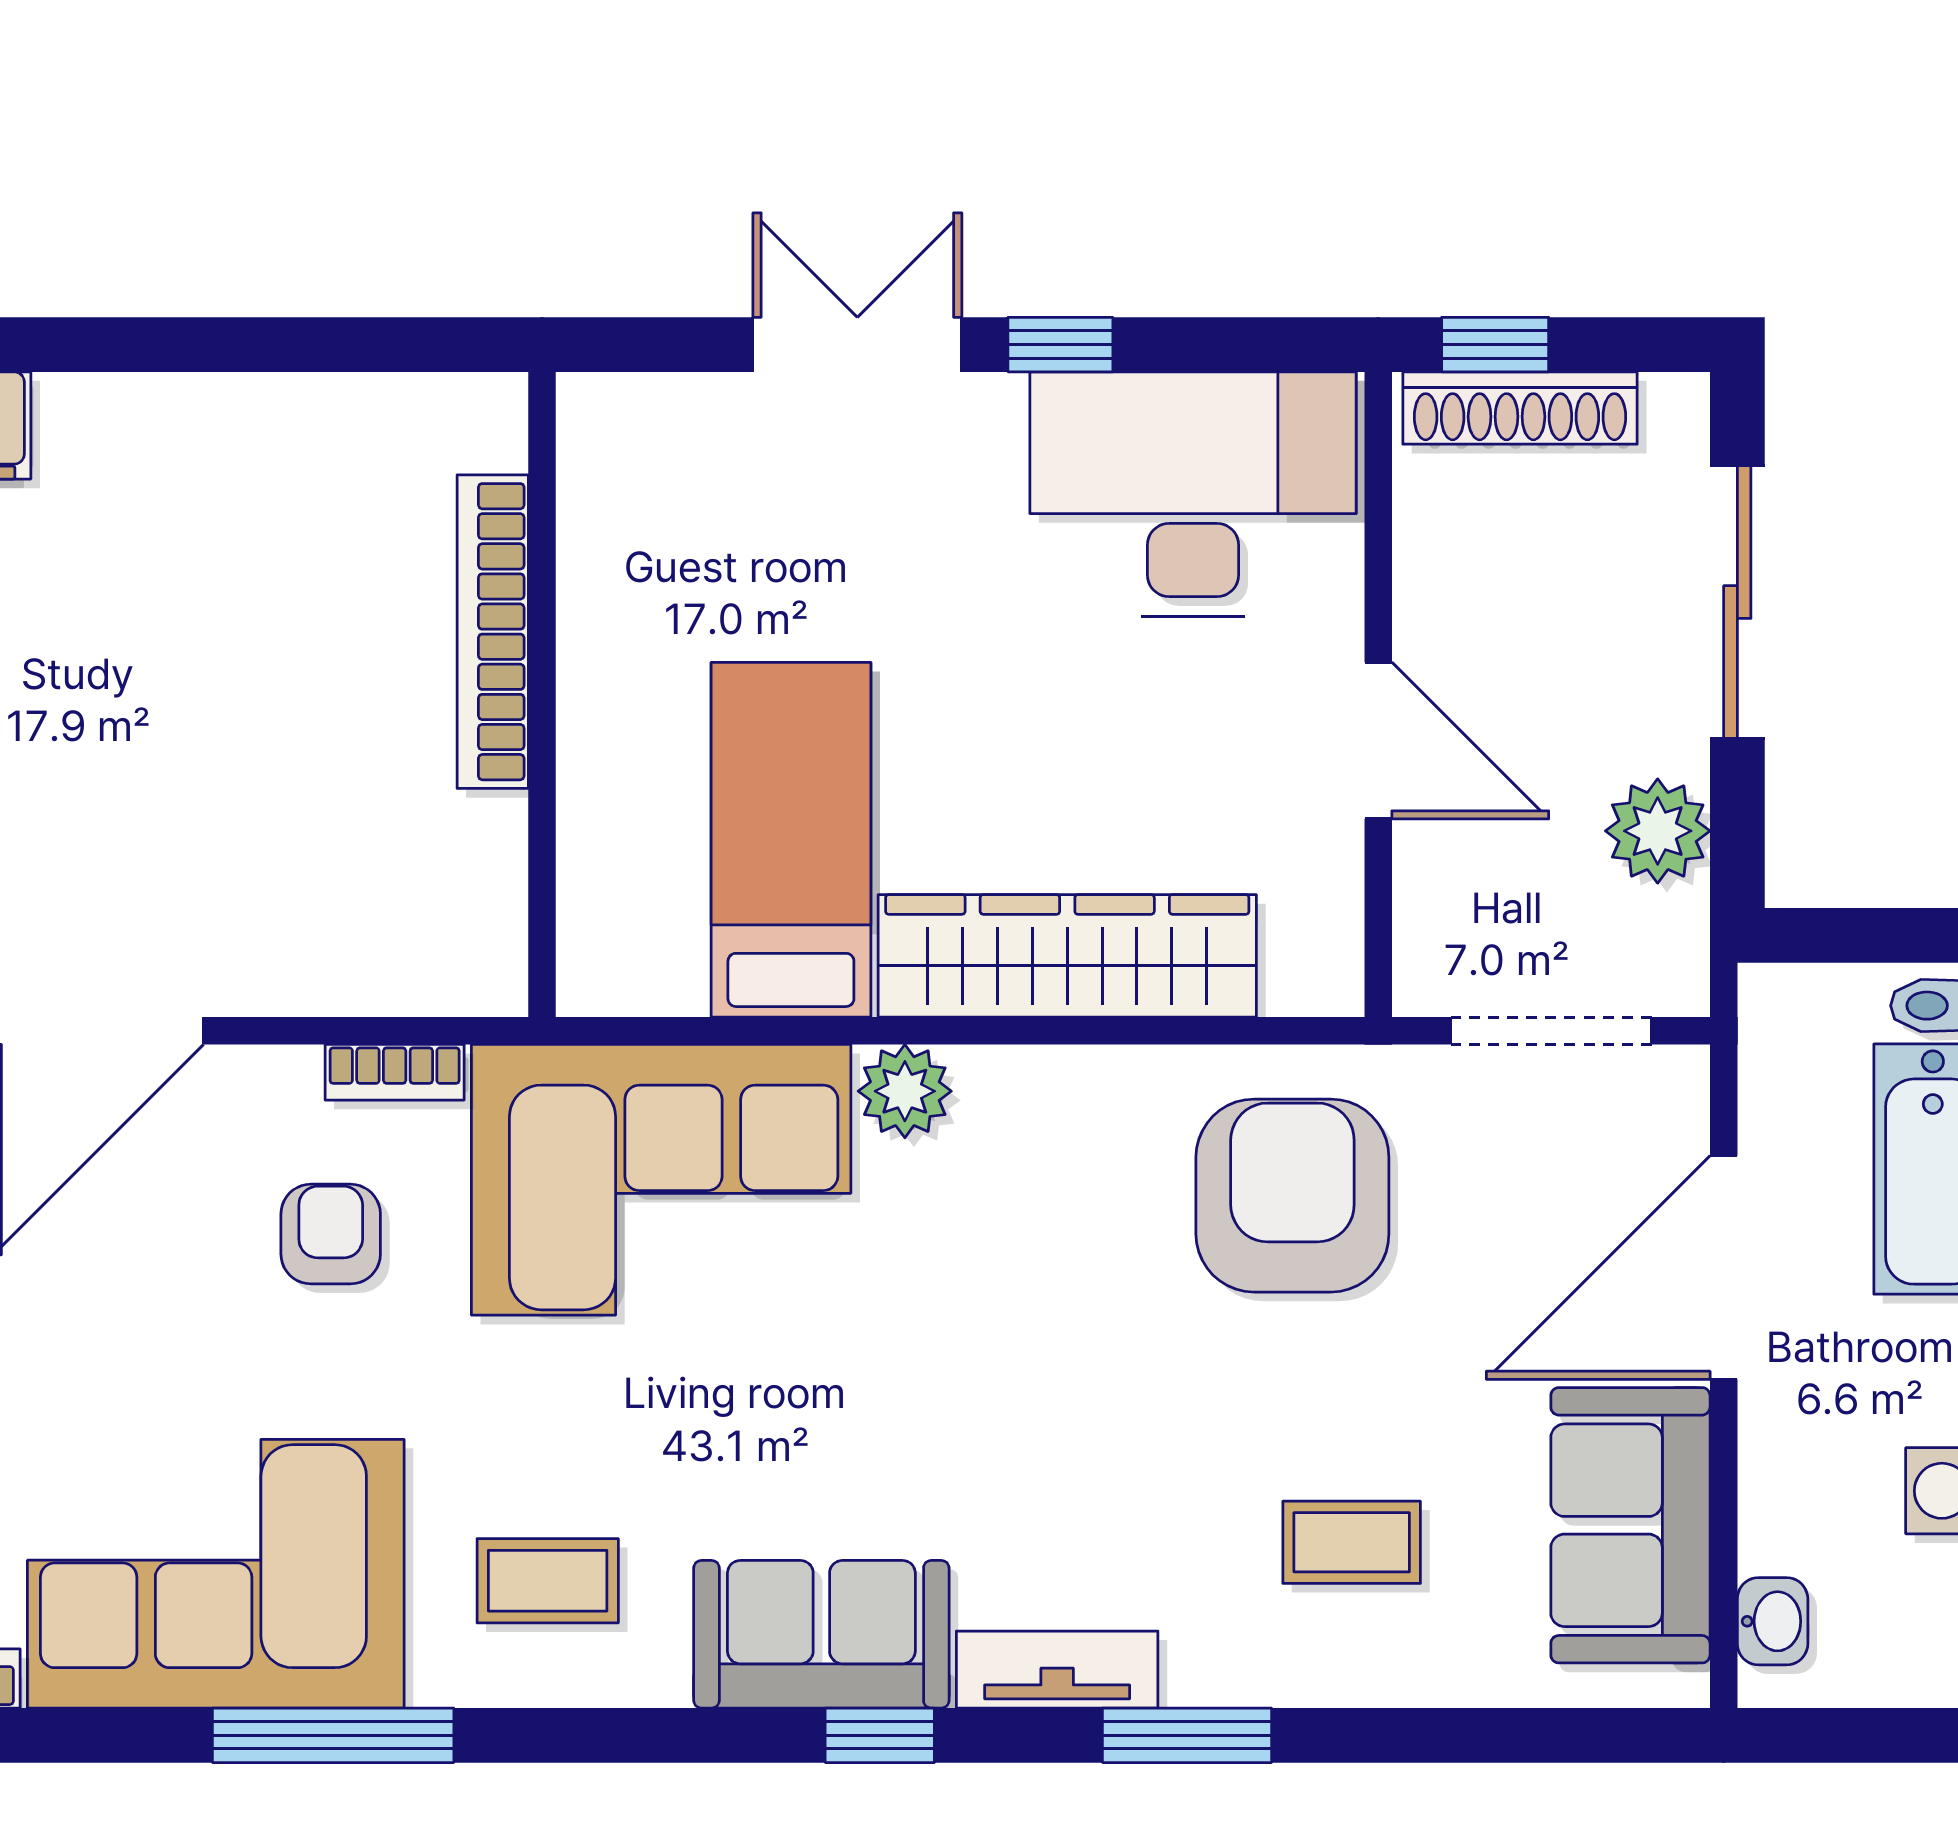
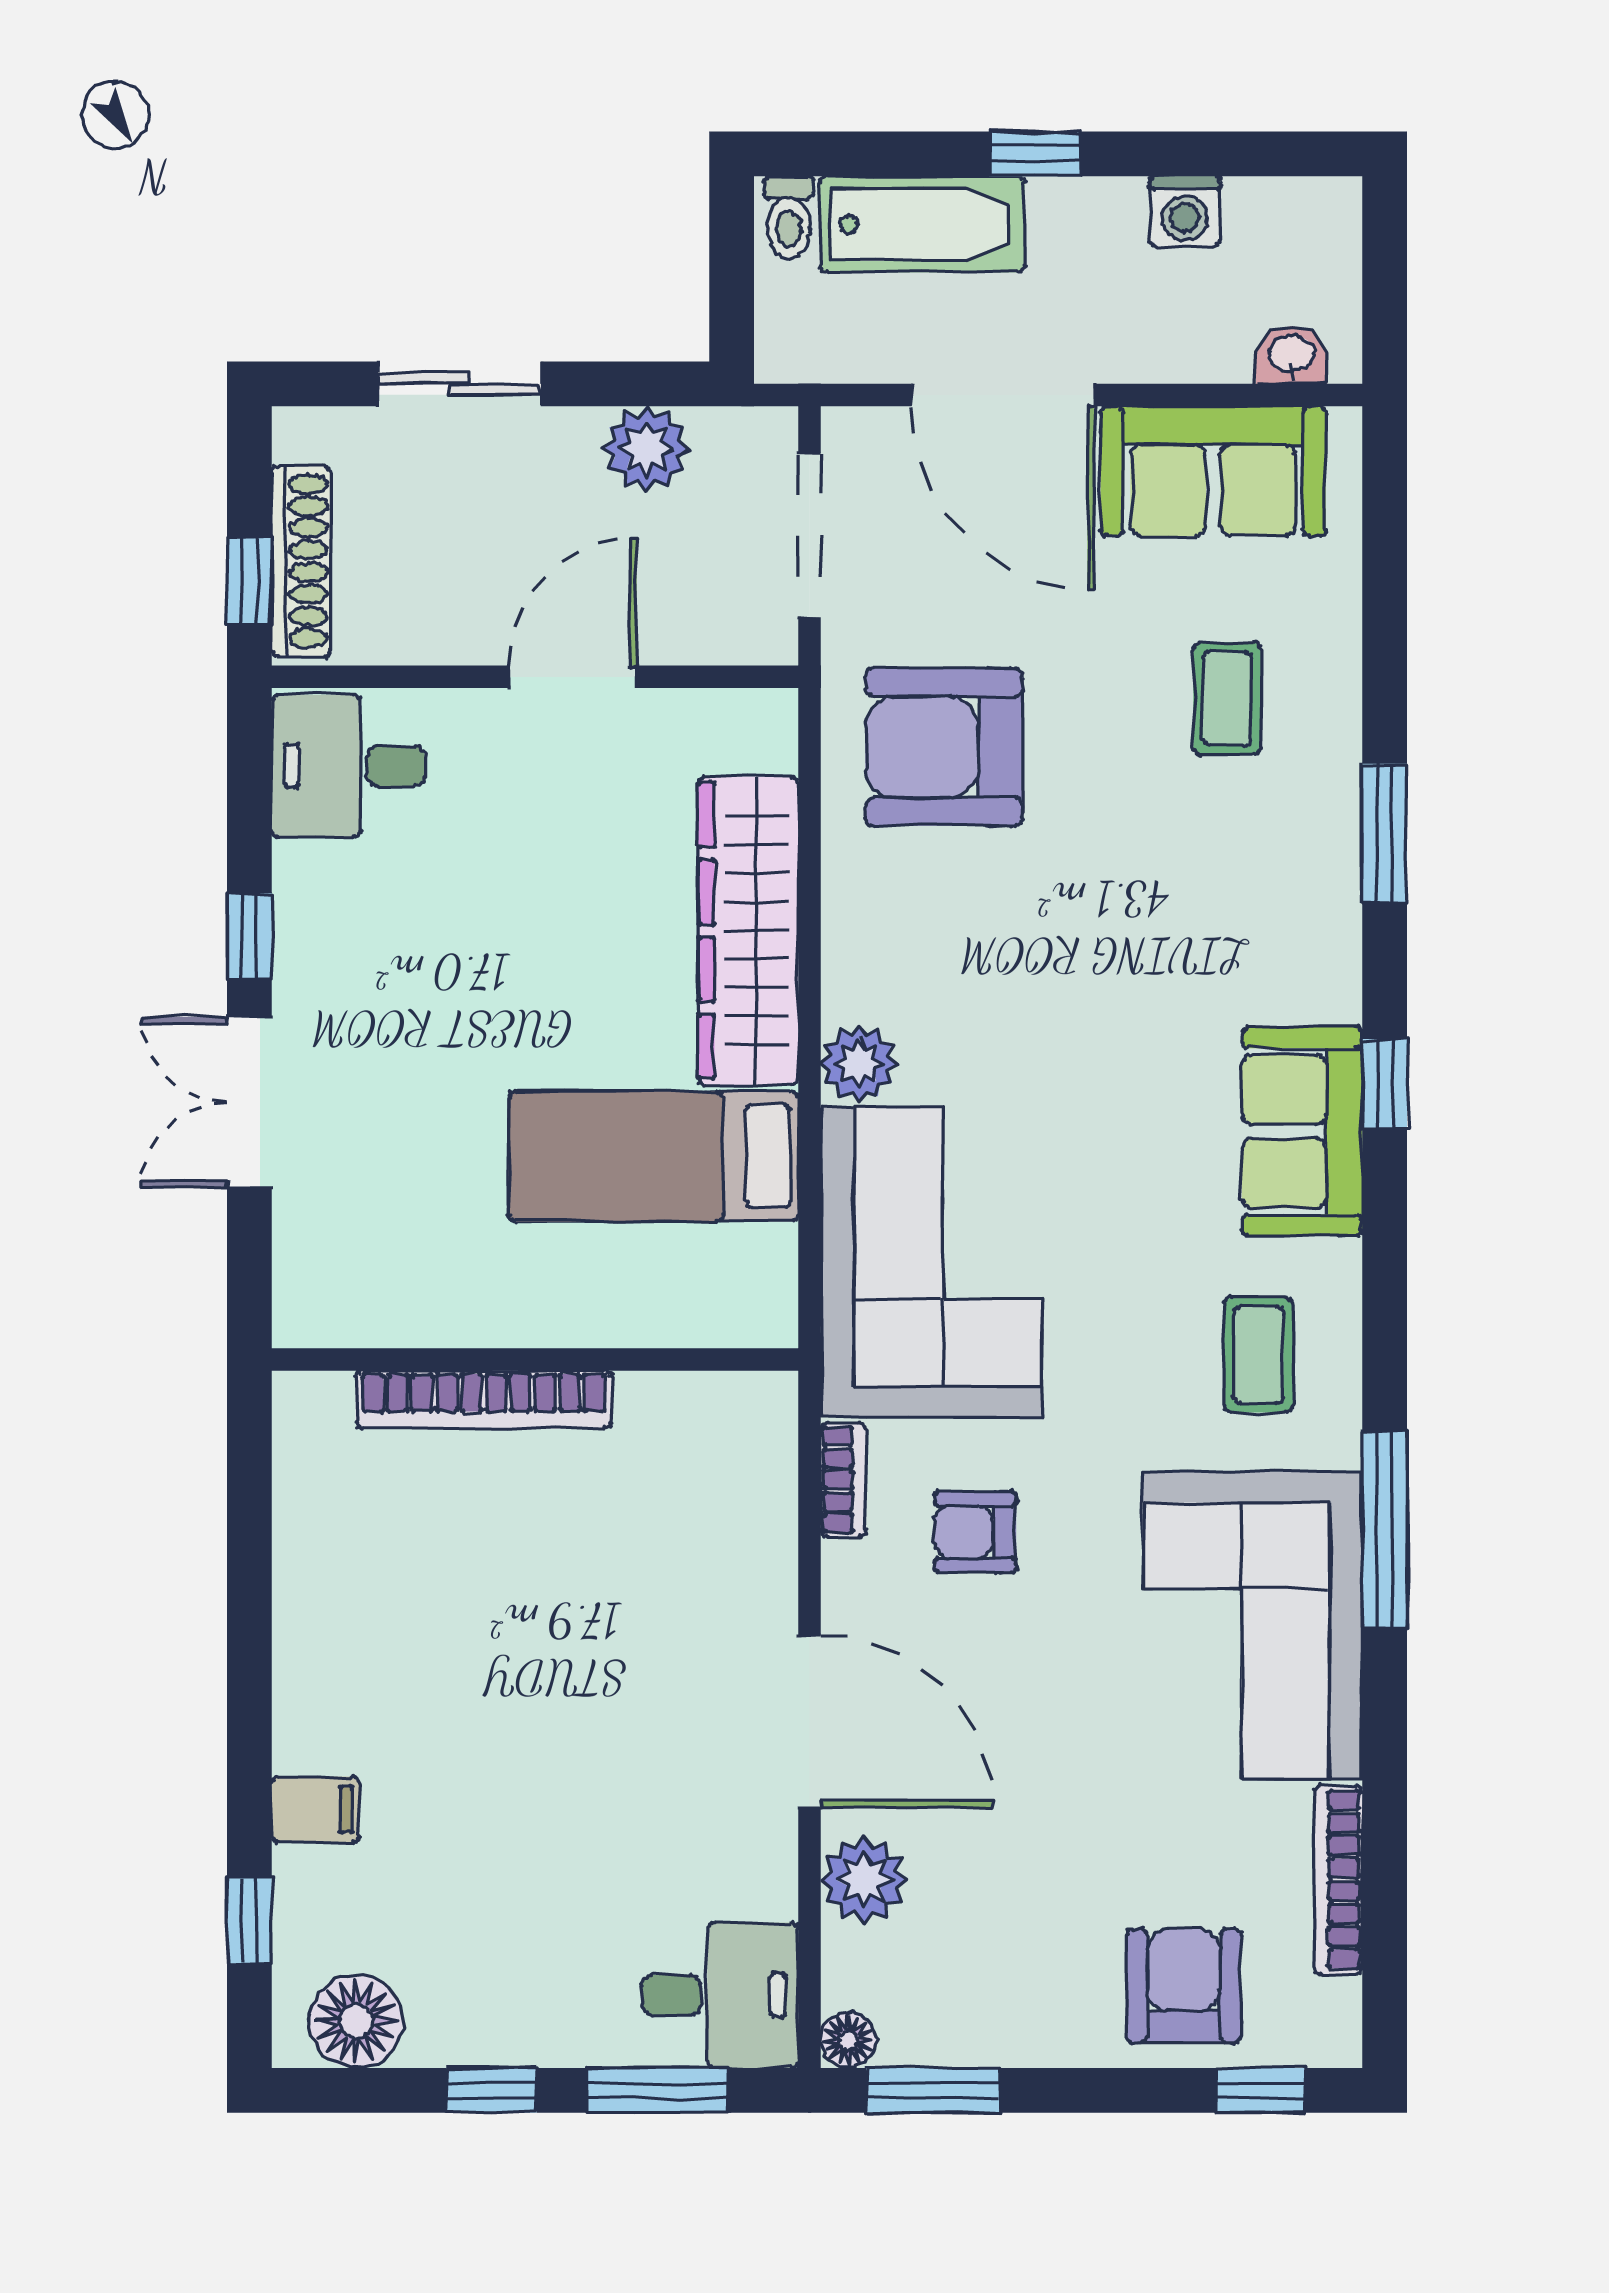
desk: (1193, 494) -> (348, 766), width x0.53, depth x0.77
sliding door: (1737, 602) -> (459, 384), width x0.73
tv unit: (1057, 1670) -> (1331, 939), removed

